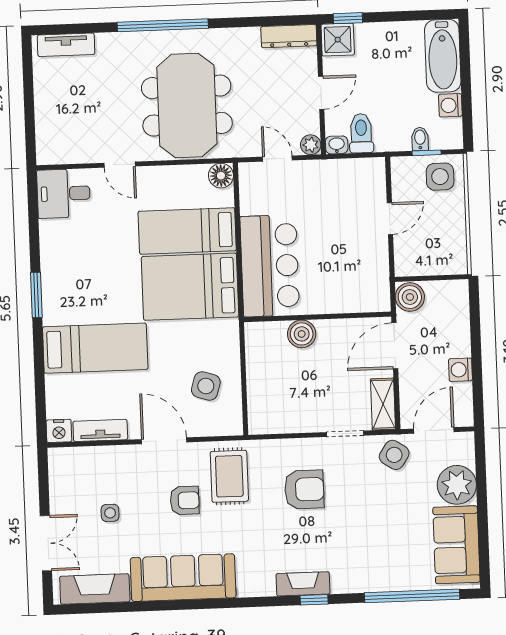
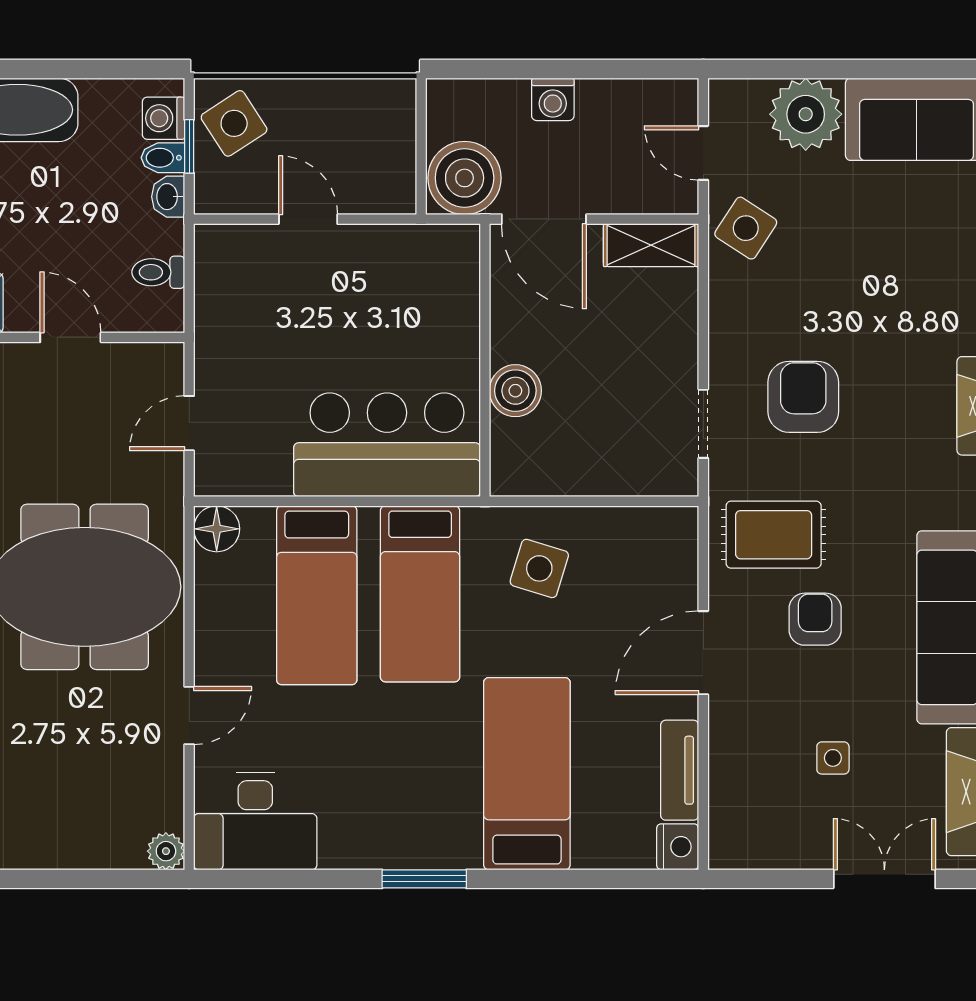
washing machine: (450, 105) -> (163, 118), moved, turned 90
toilet: (361, 133) -> (158, 272), width x0.73, depth x0.72
plant: (311, 145) -> (166, 851), moved
washbasin: (337, 145) -> (168, 197), moved
side table: (440, 177) -> (234, 123), turned -33
desk: (64, 193) -> (255, 821), width x1.37
bed: (190, 287) -> (420, 594), width x0.67
boiler: (410, 297) -> (465, 178), width x1.37, depth x1.37
washing machine: (460, 370) -> (553, 99), moved
side table: (206, 386) -> (539, 568), moved
door: (434, 430) -> (703, 153), width x0.73
doorway: (345, 434) -> (703, 424), moved

